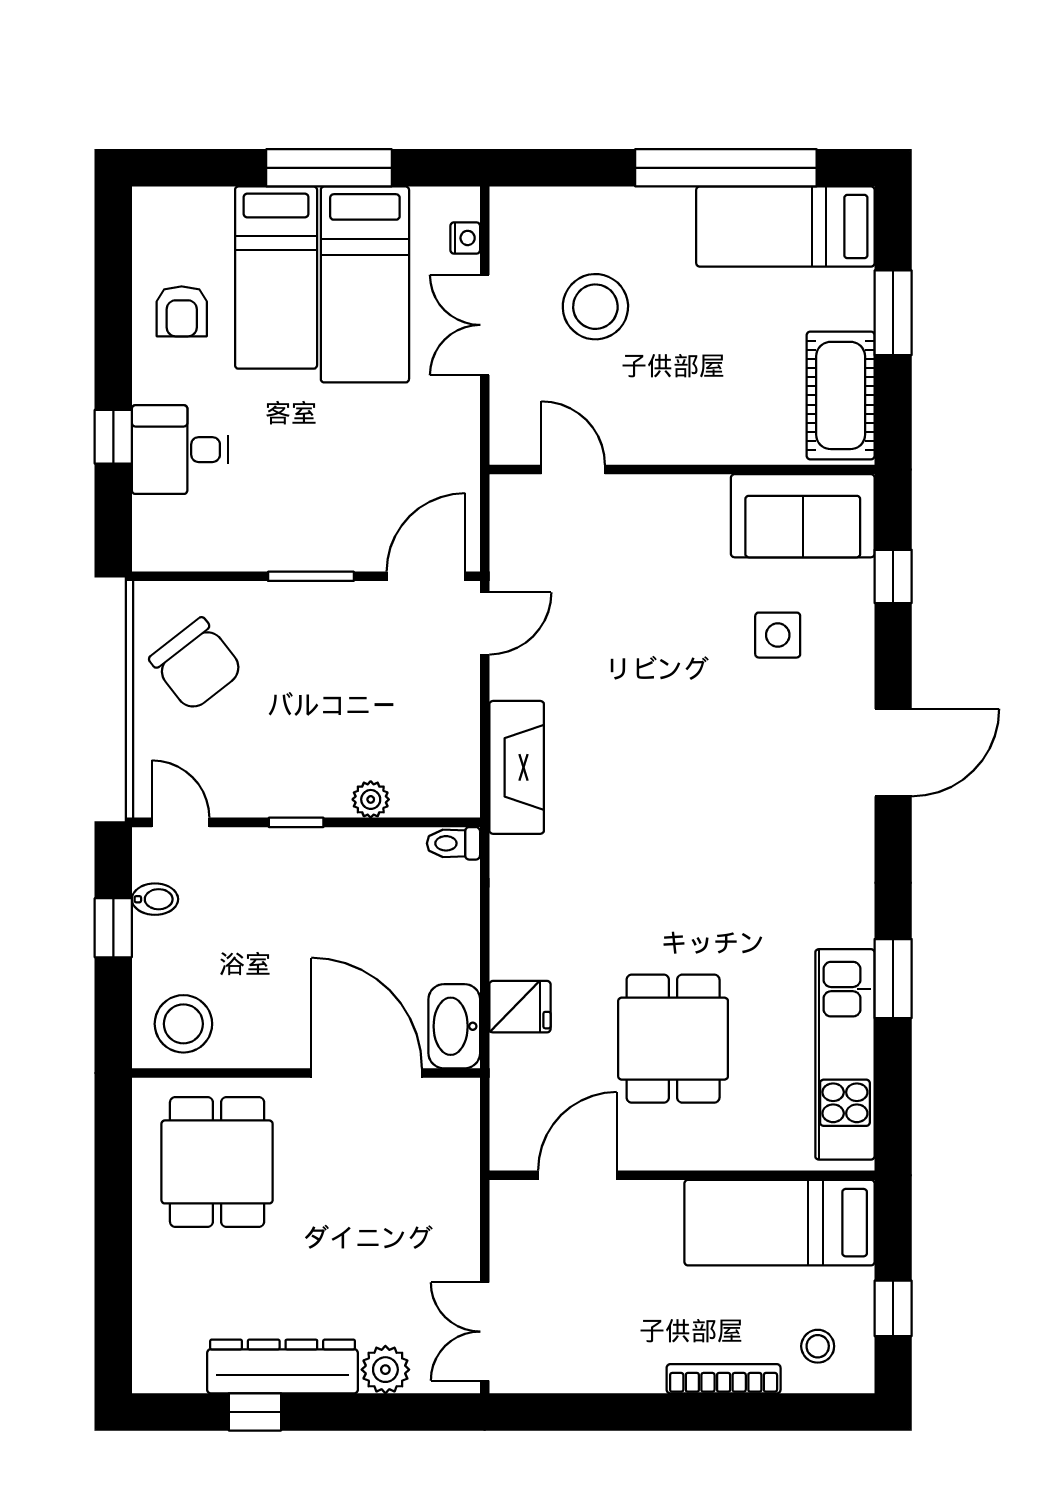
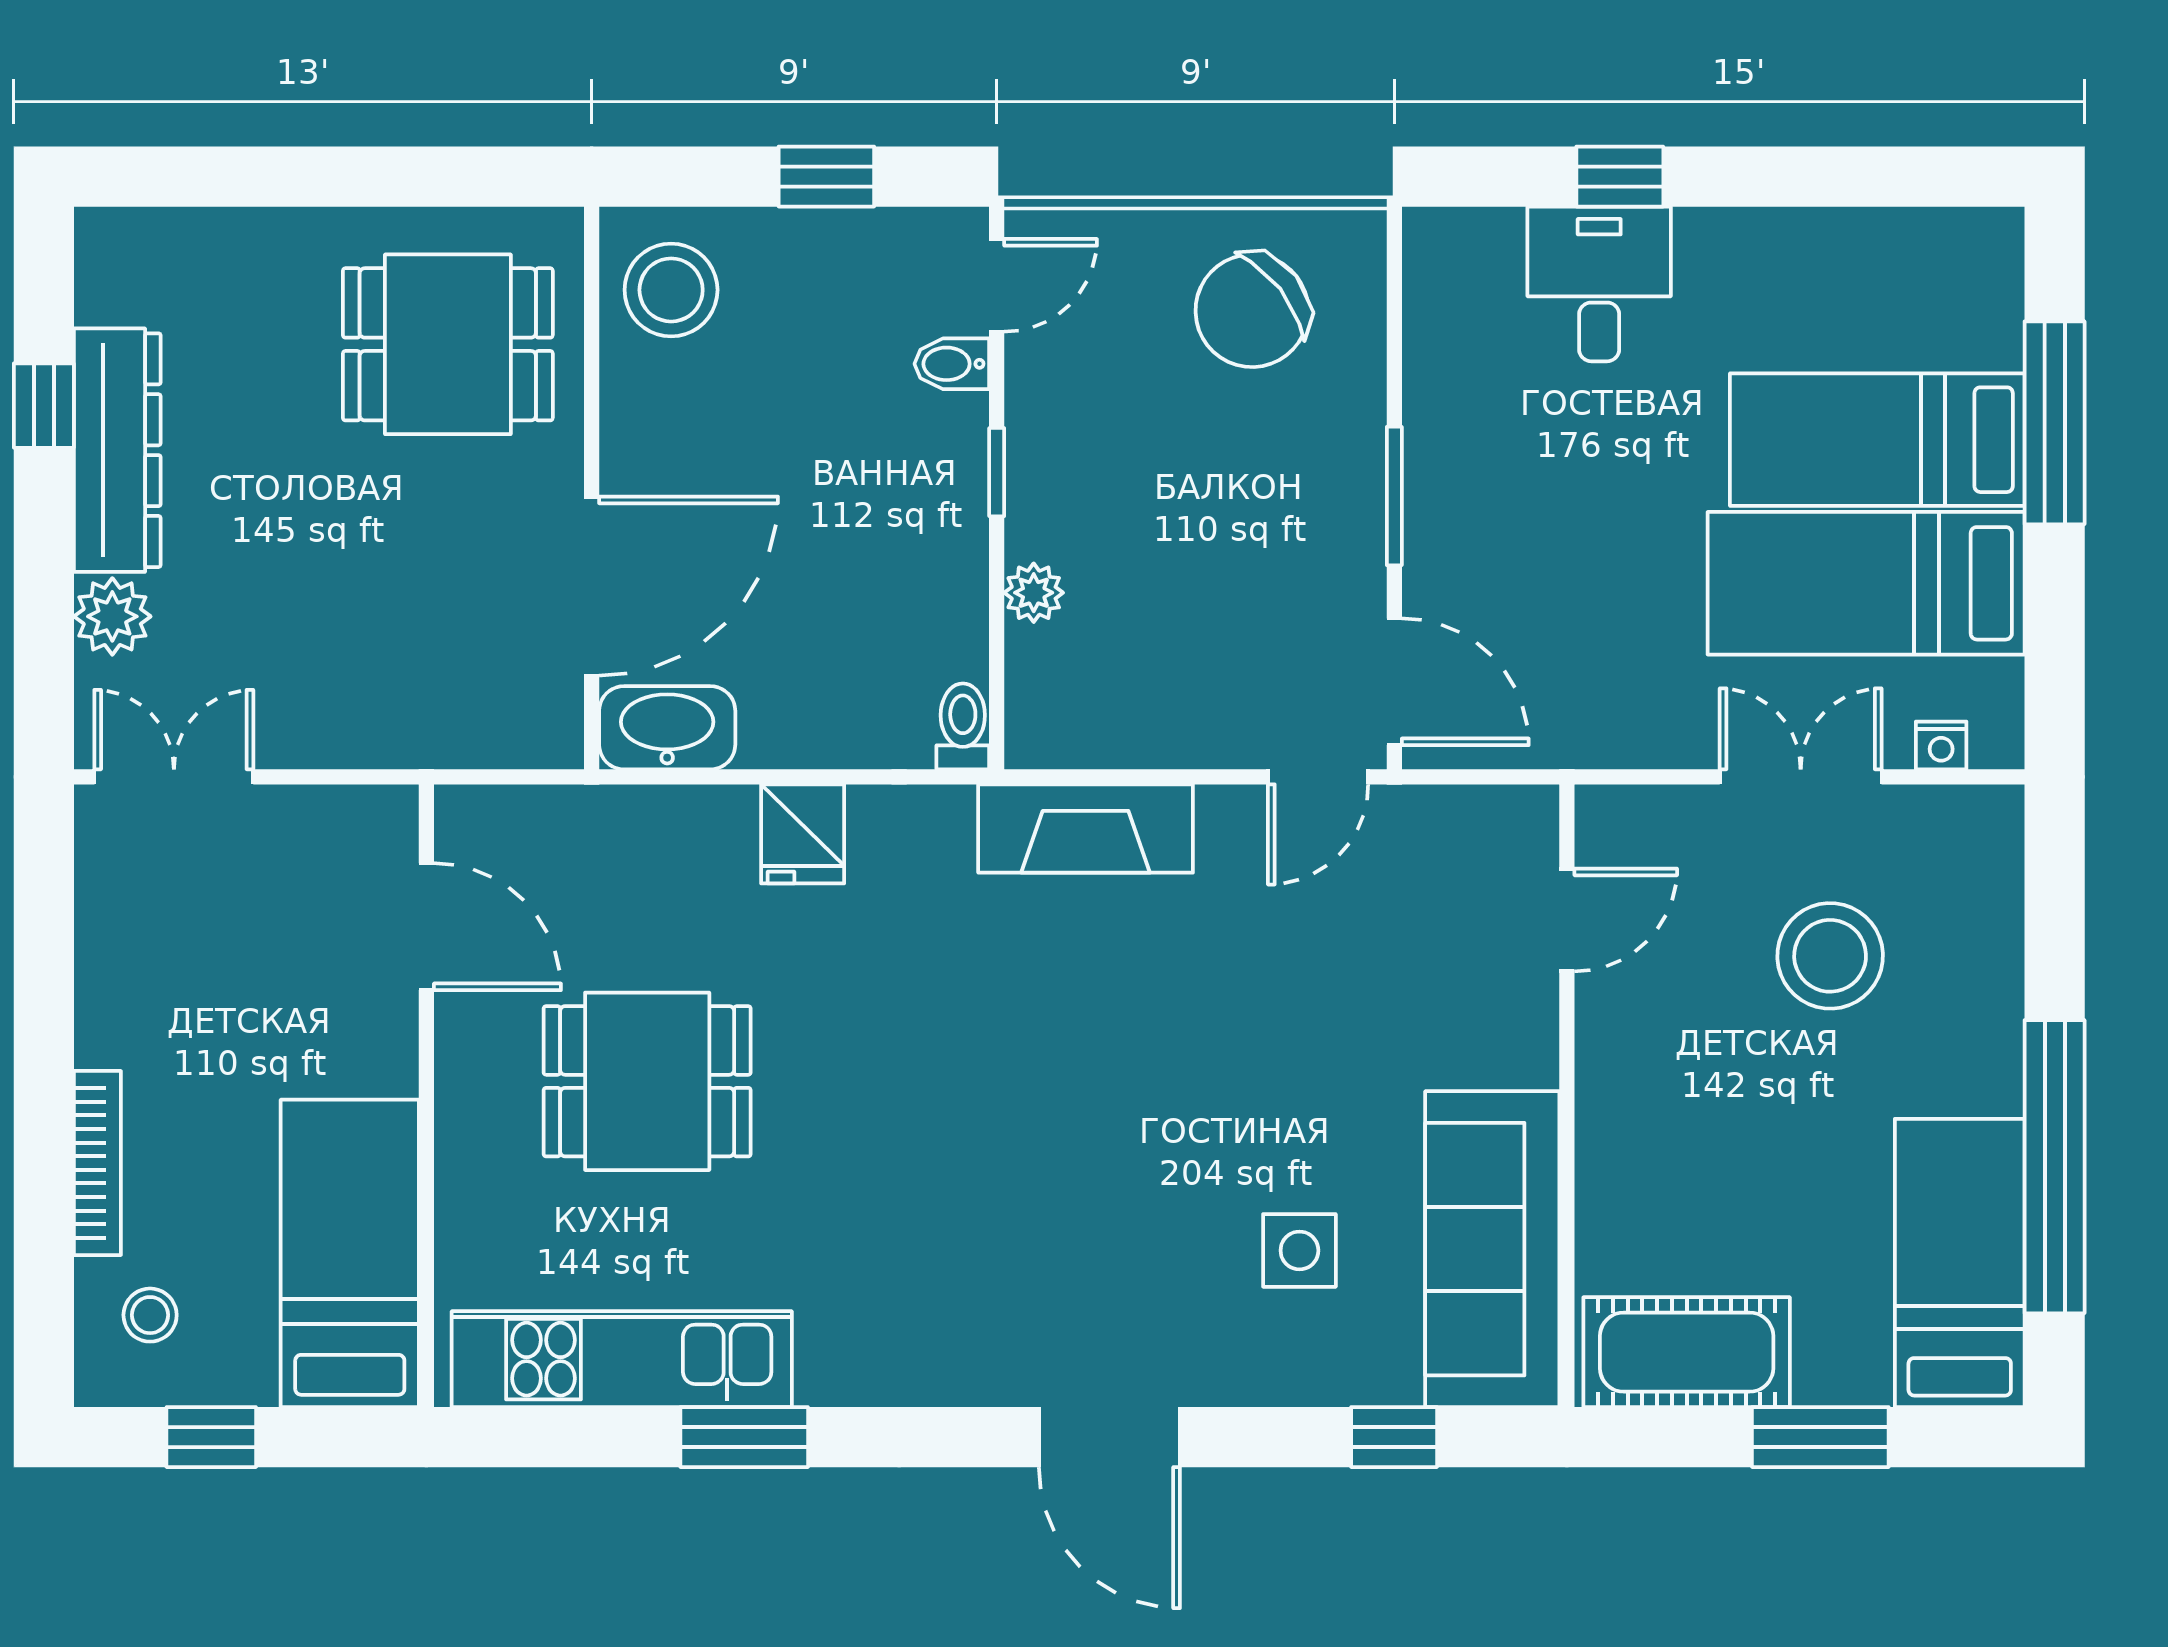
window: (329, 168) -> (2055, 423), moved
armchair: (182, 311) -> (1823, 287), removed
sofa: (803, 516) -> (1492, 1249), width x1.36
door: (485, 623) -> (1318, 777), hinge flipped
bidet: (155, 899) -> (952, 364), moved, turned 90
fridge: (520, 1007) -> (803, 834), moved

